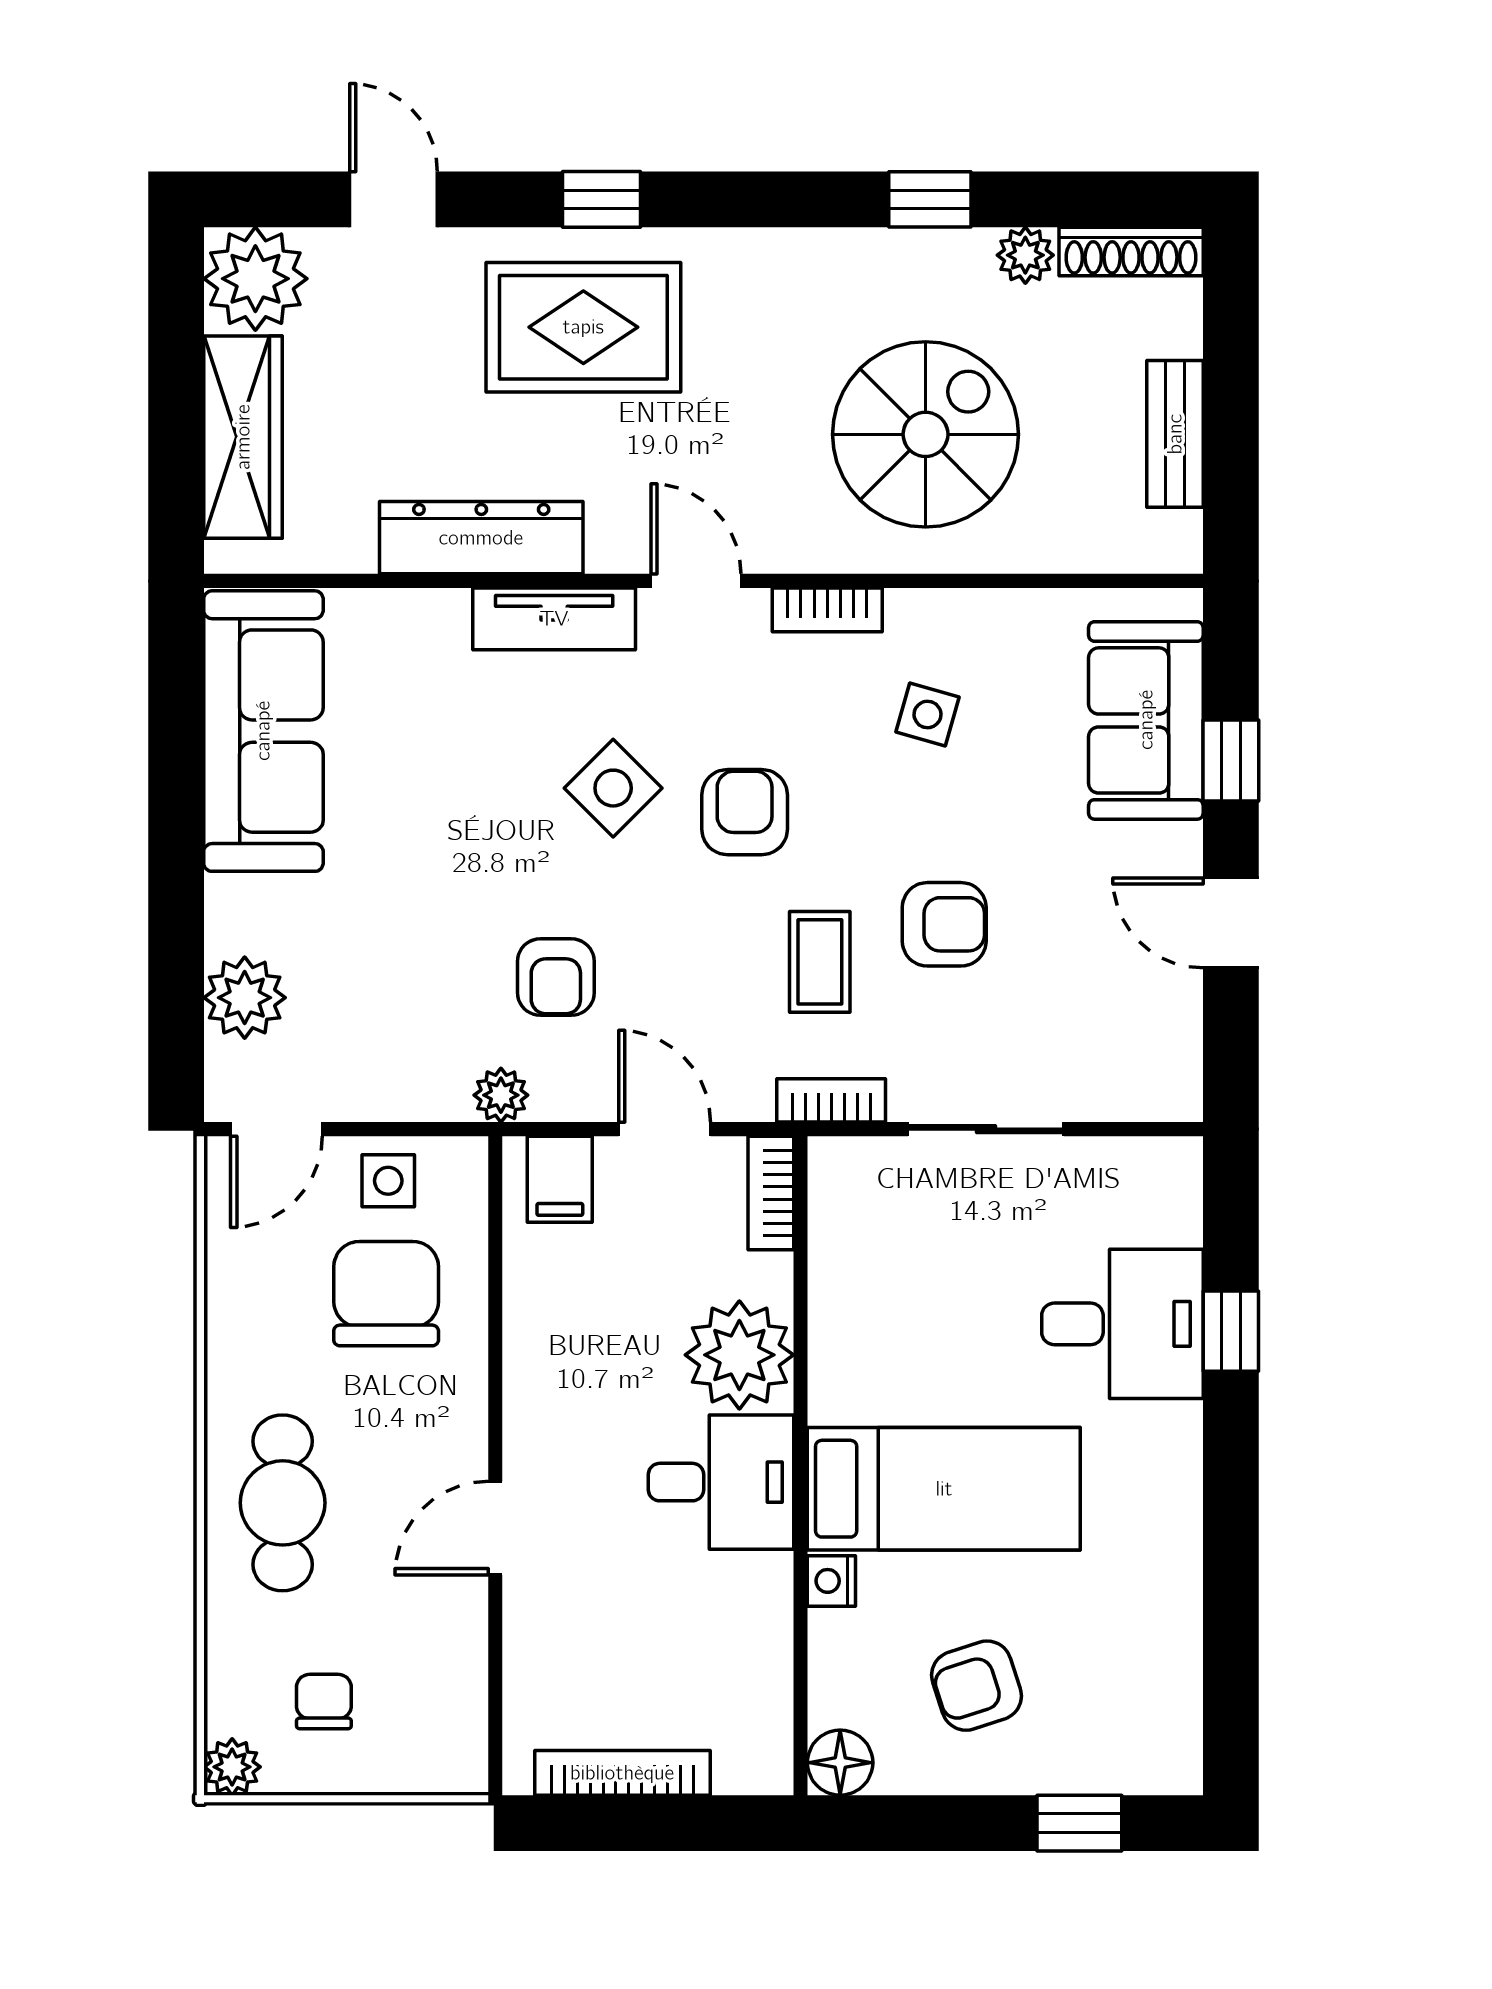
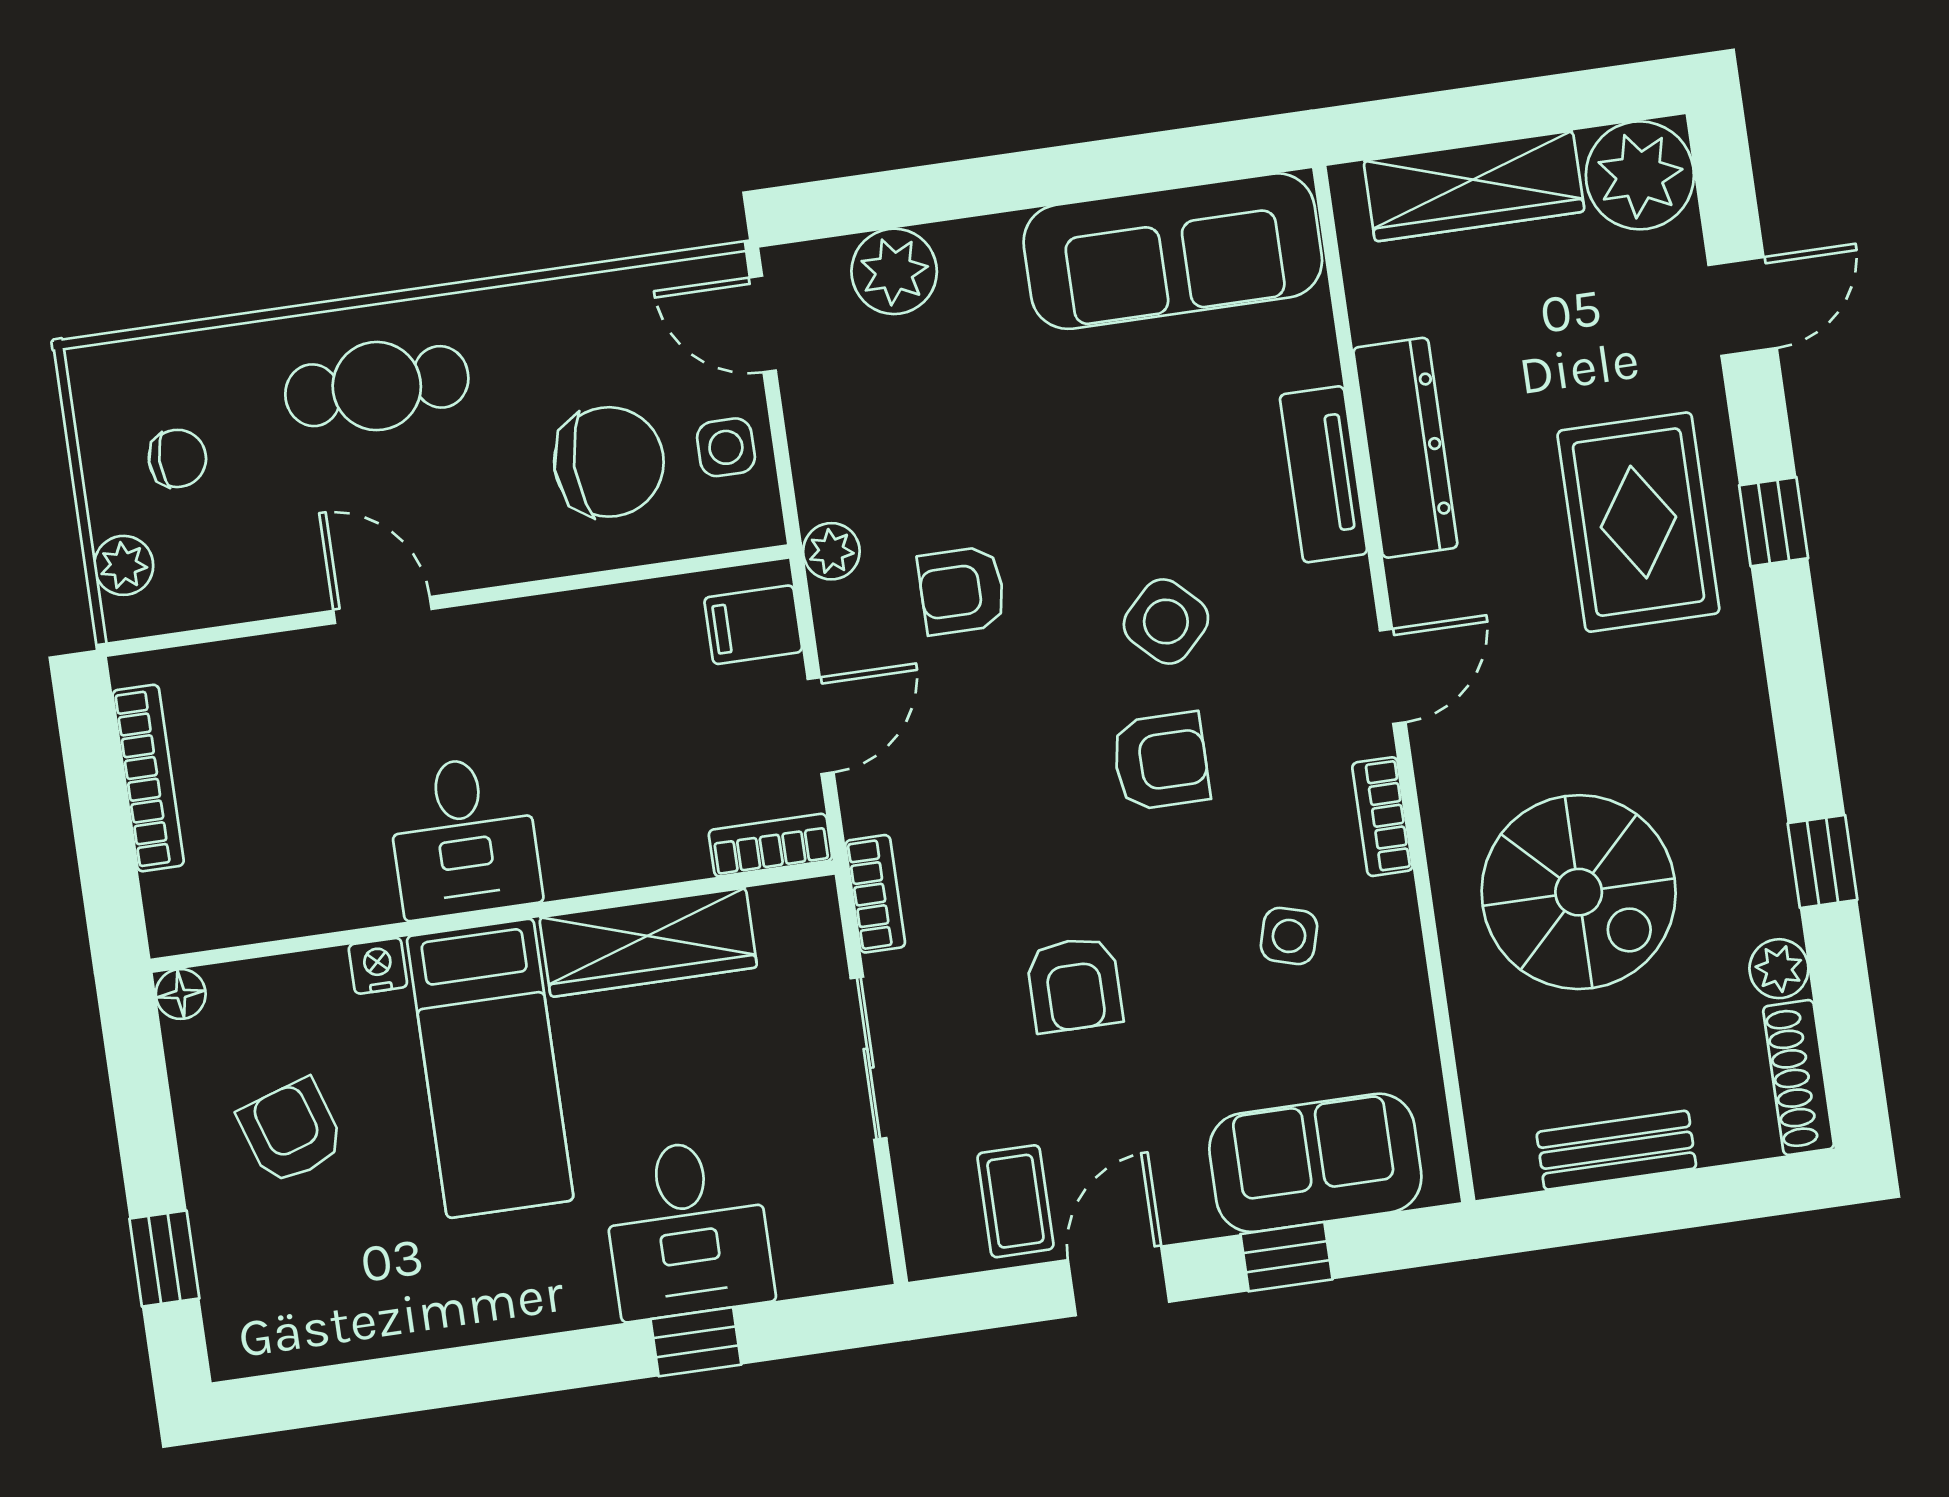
tv unit: (554, 619) -> (1323, 474), moved
coffee table: (820, 962) -> (1015, 1201), moved, turned 90
wardrobe: (846, 1322) -> (648, 942), added
plant: (739, 1355) -> (598, 837), removed
floor lamp: (840, 1763) -> (181, 994), width x0.73, depth x0.73
plant: (232, 1767) -> (124, 565), moved

